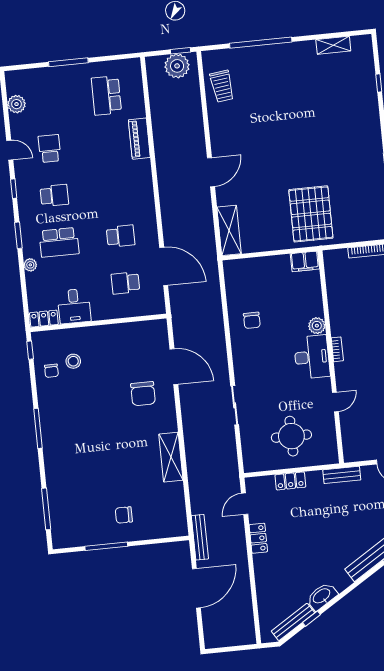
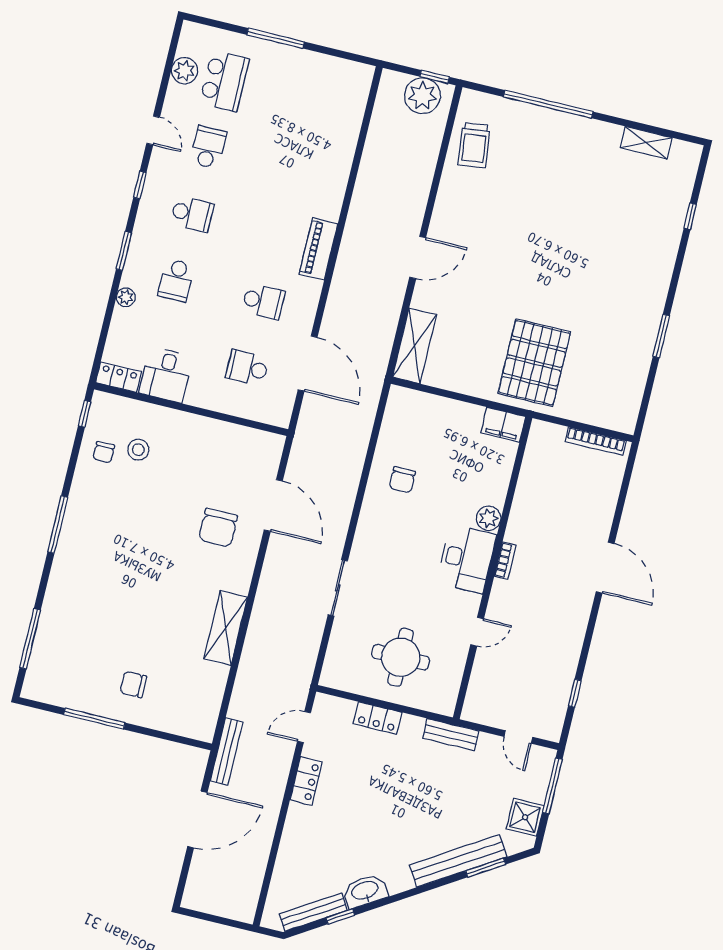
school desk: (106, 95) -> (224, 81), moved, turned 180
piano: (139, 139) -> (319, 249), moved
school desk: (59, 242) -> (176, 280), width x0.54

